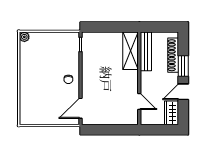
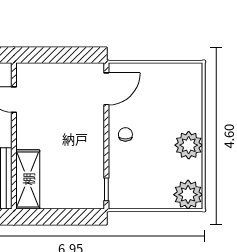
plant: (24, 37) -> (188, 195), width x1.88, depth x1.88
plant: (28, 73) -> (189, 145), added

